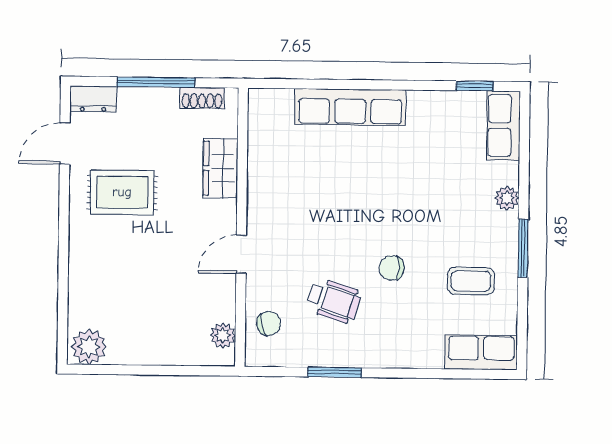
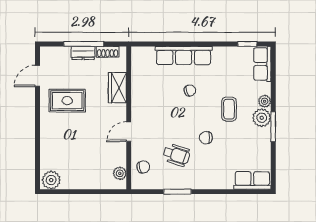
dresser: (93, 99) -> (83, 53), moved
chair: (362, 175) -> (190, 91), added
plant: (501, 230) -> (262, 118), added
coffee table: (471, 281) -> (229, 109), moved, turned 90

